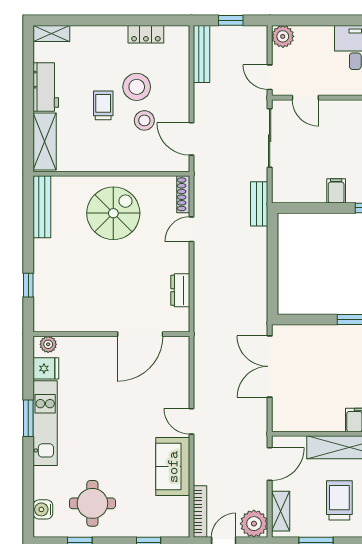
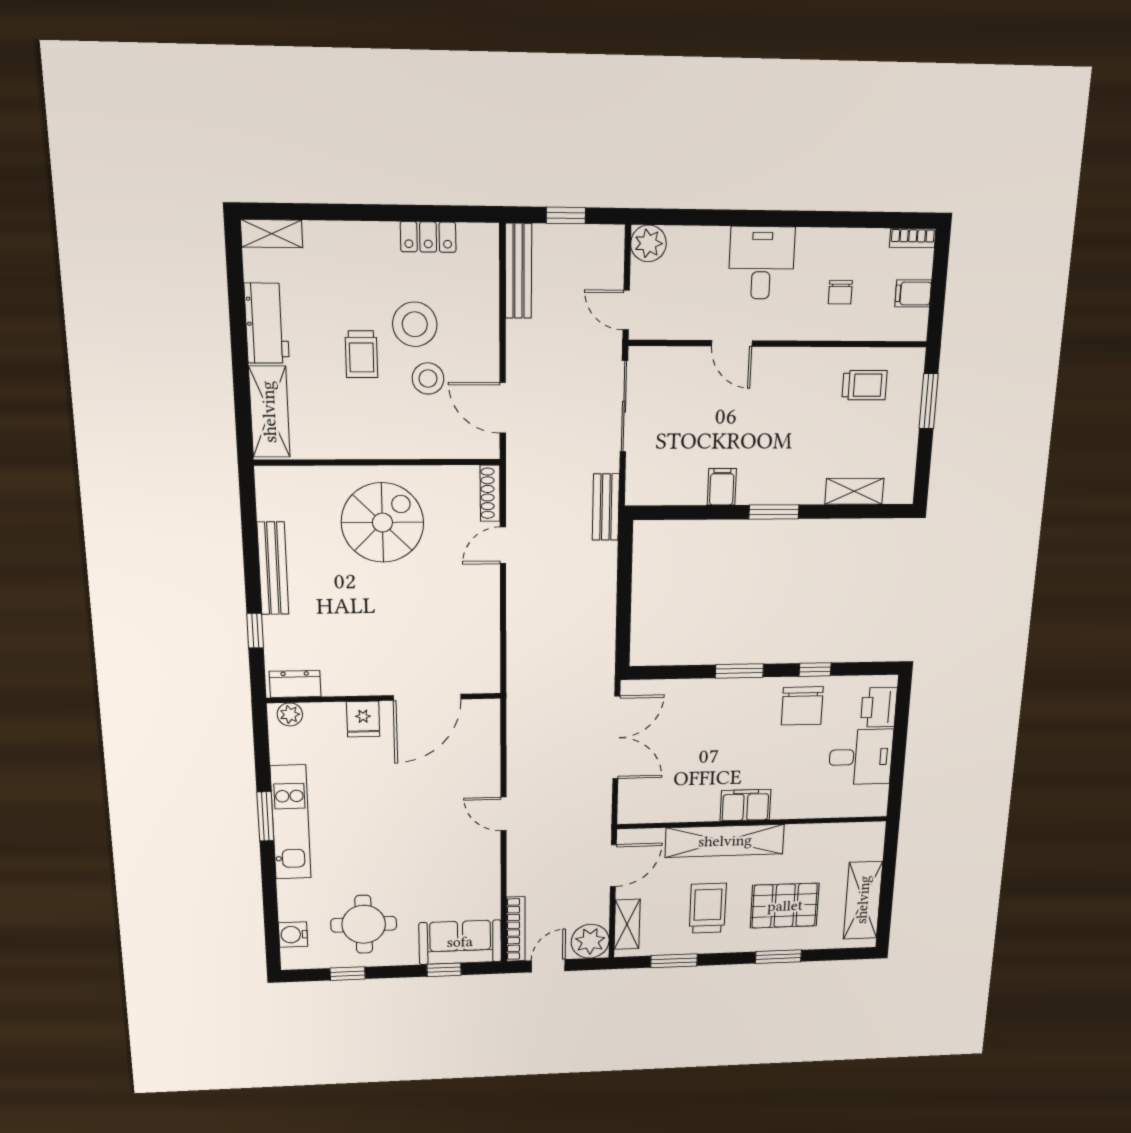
door: (305, 98) -> (732, 343), moved
trolley: (103, 105) -> (361, 354), turned 180
bench: (42, 207) -> (273, 568), moved
dresser: (180, 290) -> (295, 684), moved, turned 90
double door: (270, 366) -> (616, 738), swing flipped
fridge: (46, 368) -> (363, 719), moved, turned 90
sofa: (173, 467) -> (460, 942), moved, turned 90

